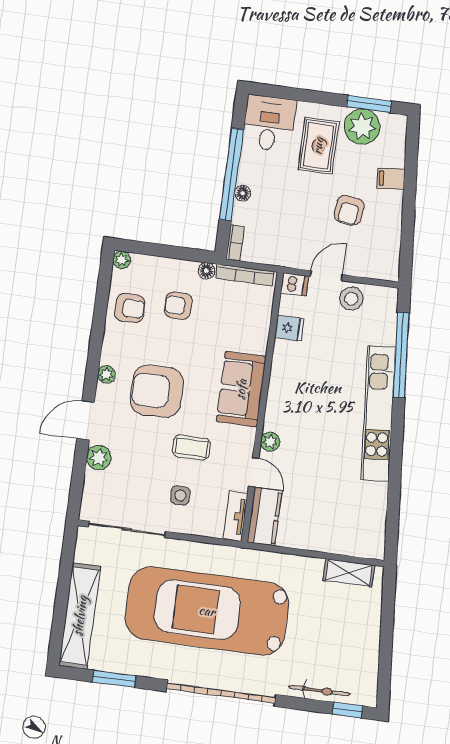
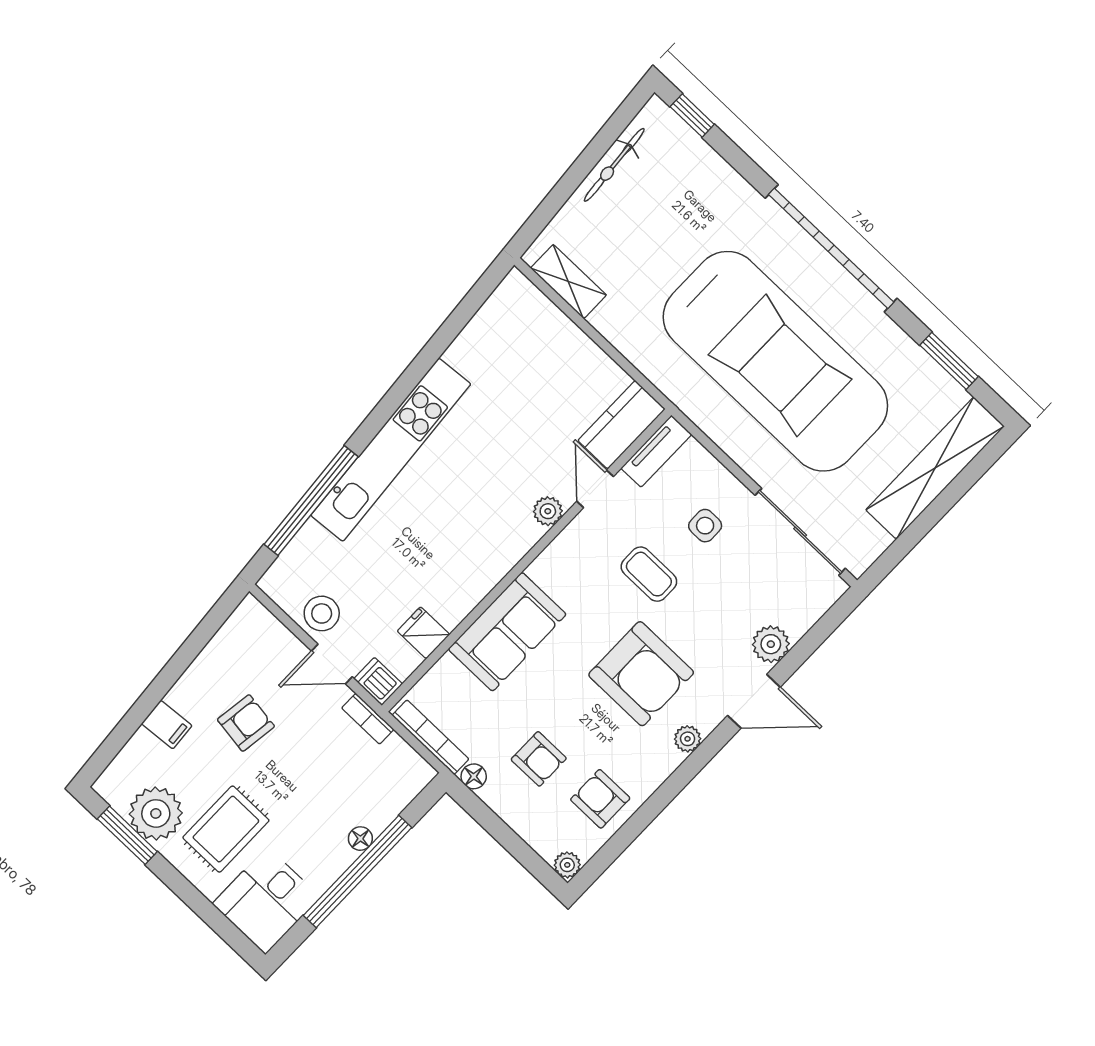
bookcase: (235, 243) -> (368, 719), moved, turned -90
sofa: (241, 389) -> (507, 632), moved
bicycle: (319, 691) -> (614, 165), moved, turned -95

